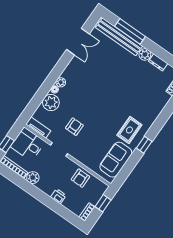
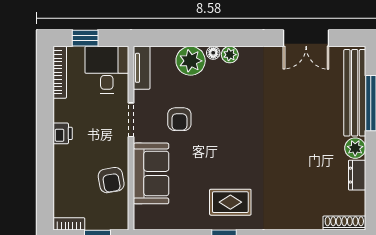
armchair: (74, 127) -> (179, 119), turned 90
sofa: (116, 160) -> (151, 173), moved, turned 90
plant: (33, 178) -> (64, 111), removed
armchair: (80, 178) -> (111, 180), turned -100
printer: (58, 196) -> (63, 133), moved

